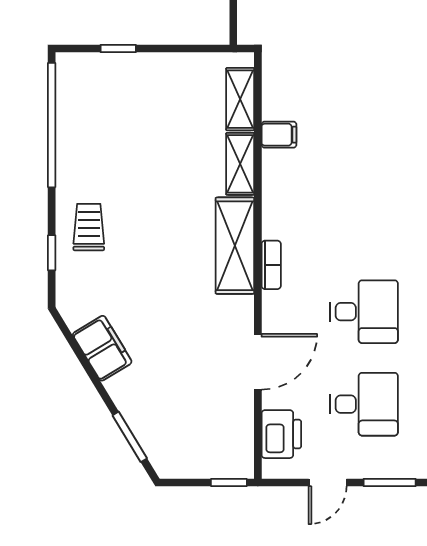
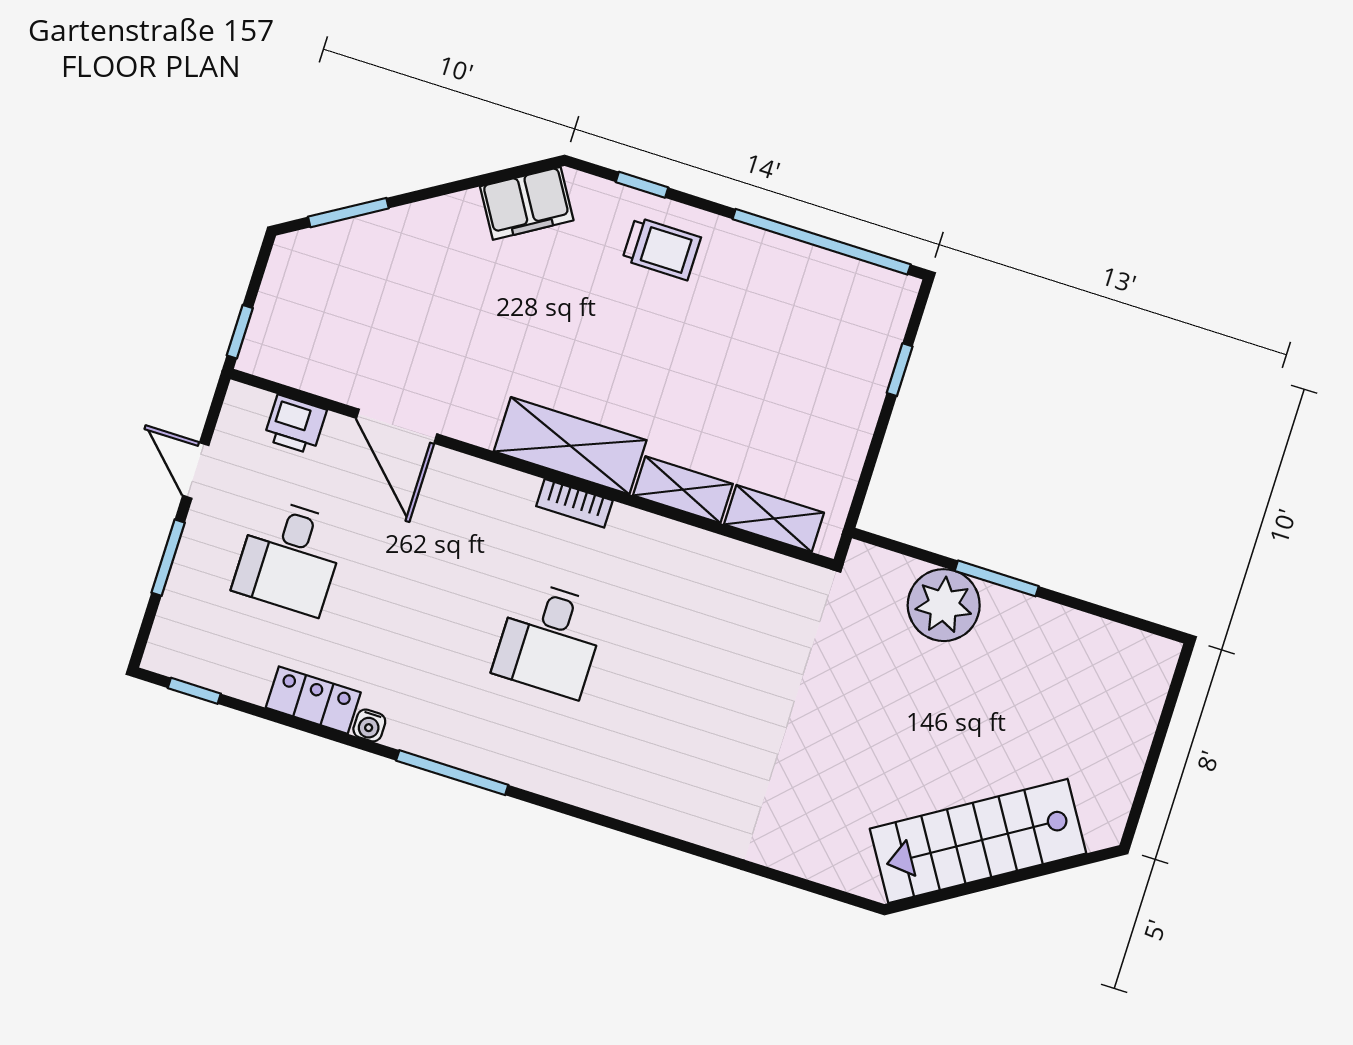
filing cabinet: (279, 135) -> (707, 557), removed
bookcase: (271, 265) -> (574, 503), moved
desk: (364, 312) -> (550, 639), moved
filing cabinet: (102, 348) -> (527, 203), moved
printer: (281, 434) -> (295, 424), width x0.73, depth x0.81

